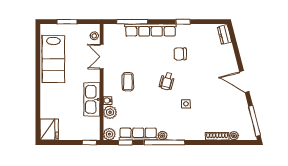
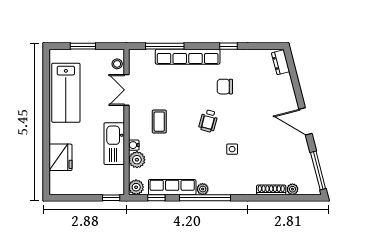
fridge: (49, 130) -> (61, 157), moved

